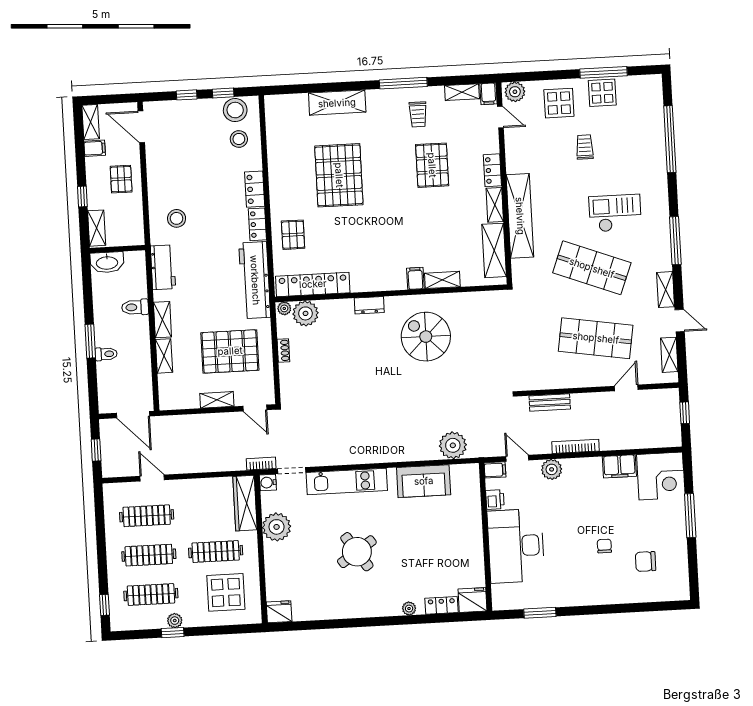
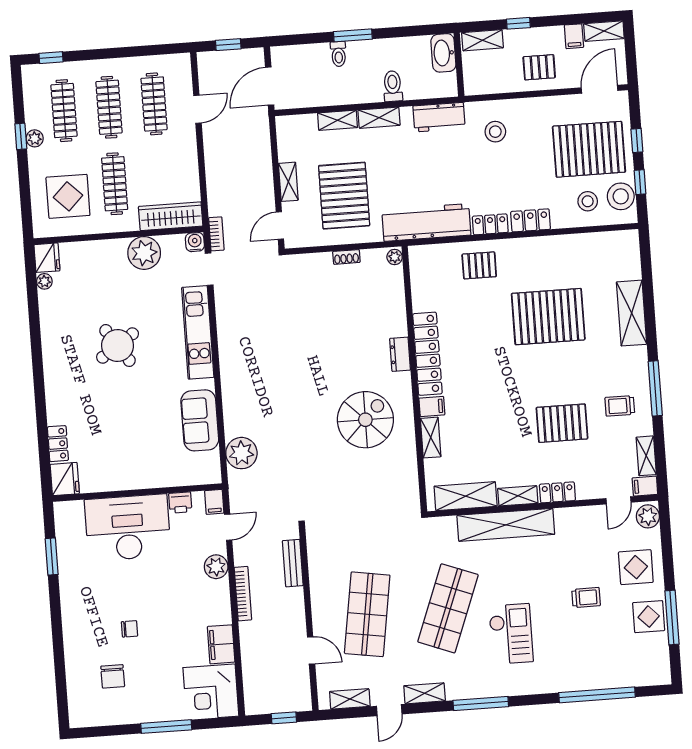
pallet: (193, 137) -> (589, 149), added
locker: (313, 284) -> (427, 354), moved
plant: (306, 313) -> (389, 281), removed
chair: (646, 561) -> (113, 676), turned 180
plant: (409, 609) -> (44, 281), moved

